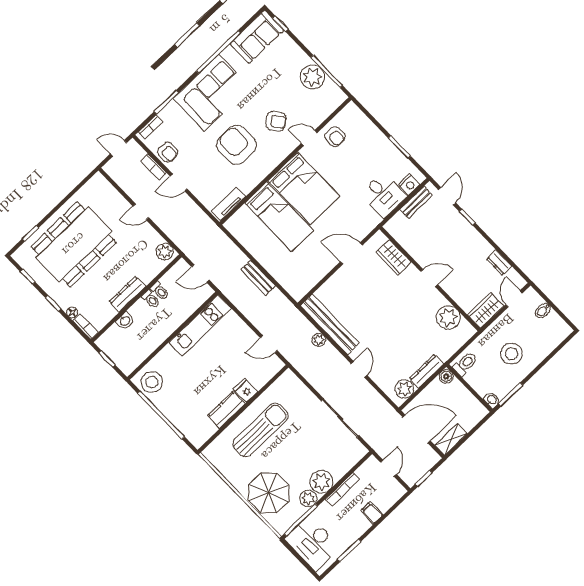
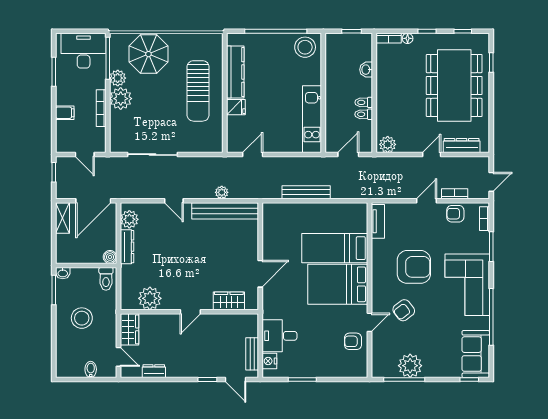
bench: (258, 278) -> (306, 192), width x1.36
dresser: (127, 294) -> (462, 146), moved, turned -90
kitchen counter: (226, 410) -> (235, 72), width x1.50

